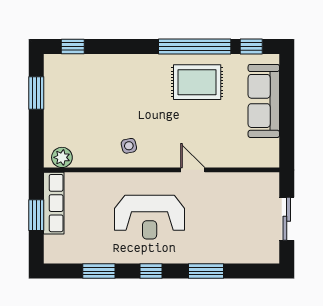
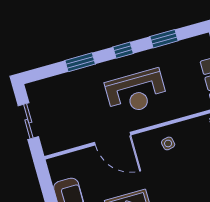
door: (193, 170) -> (113, 139), width x1.87
reception desk: (150, 217) -> (136, 92), turned 180

